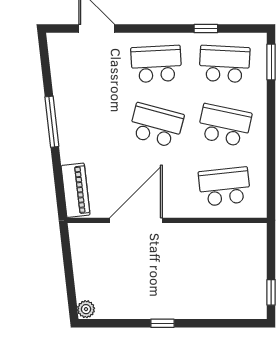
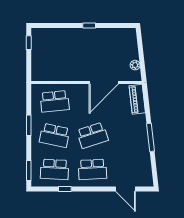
school desk: (156, 125) -> (92, 135), turned -33
window: (271, 143) -> (29, 125), added
plant: (86, 309) -> (135, 65), moved

